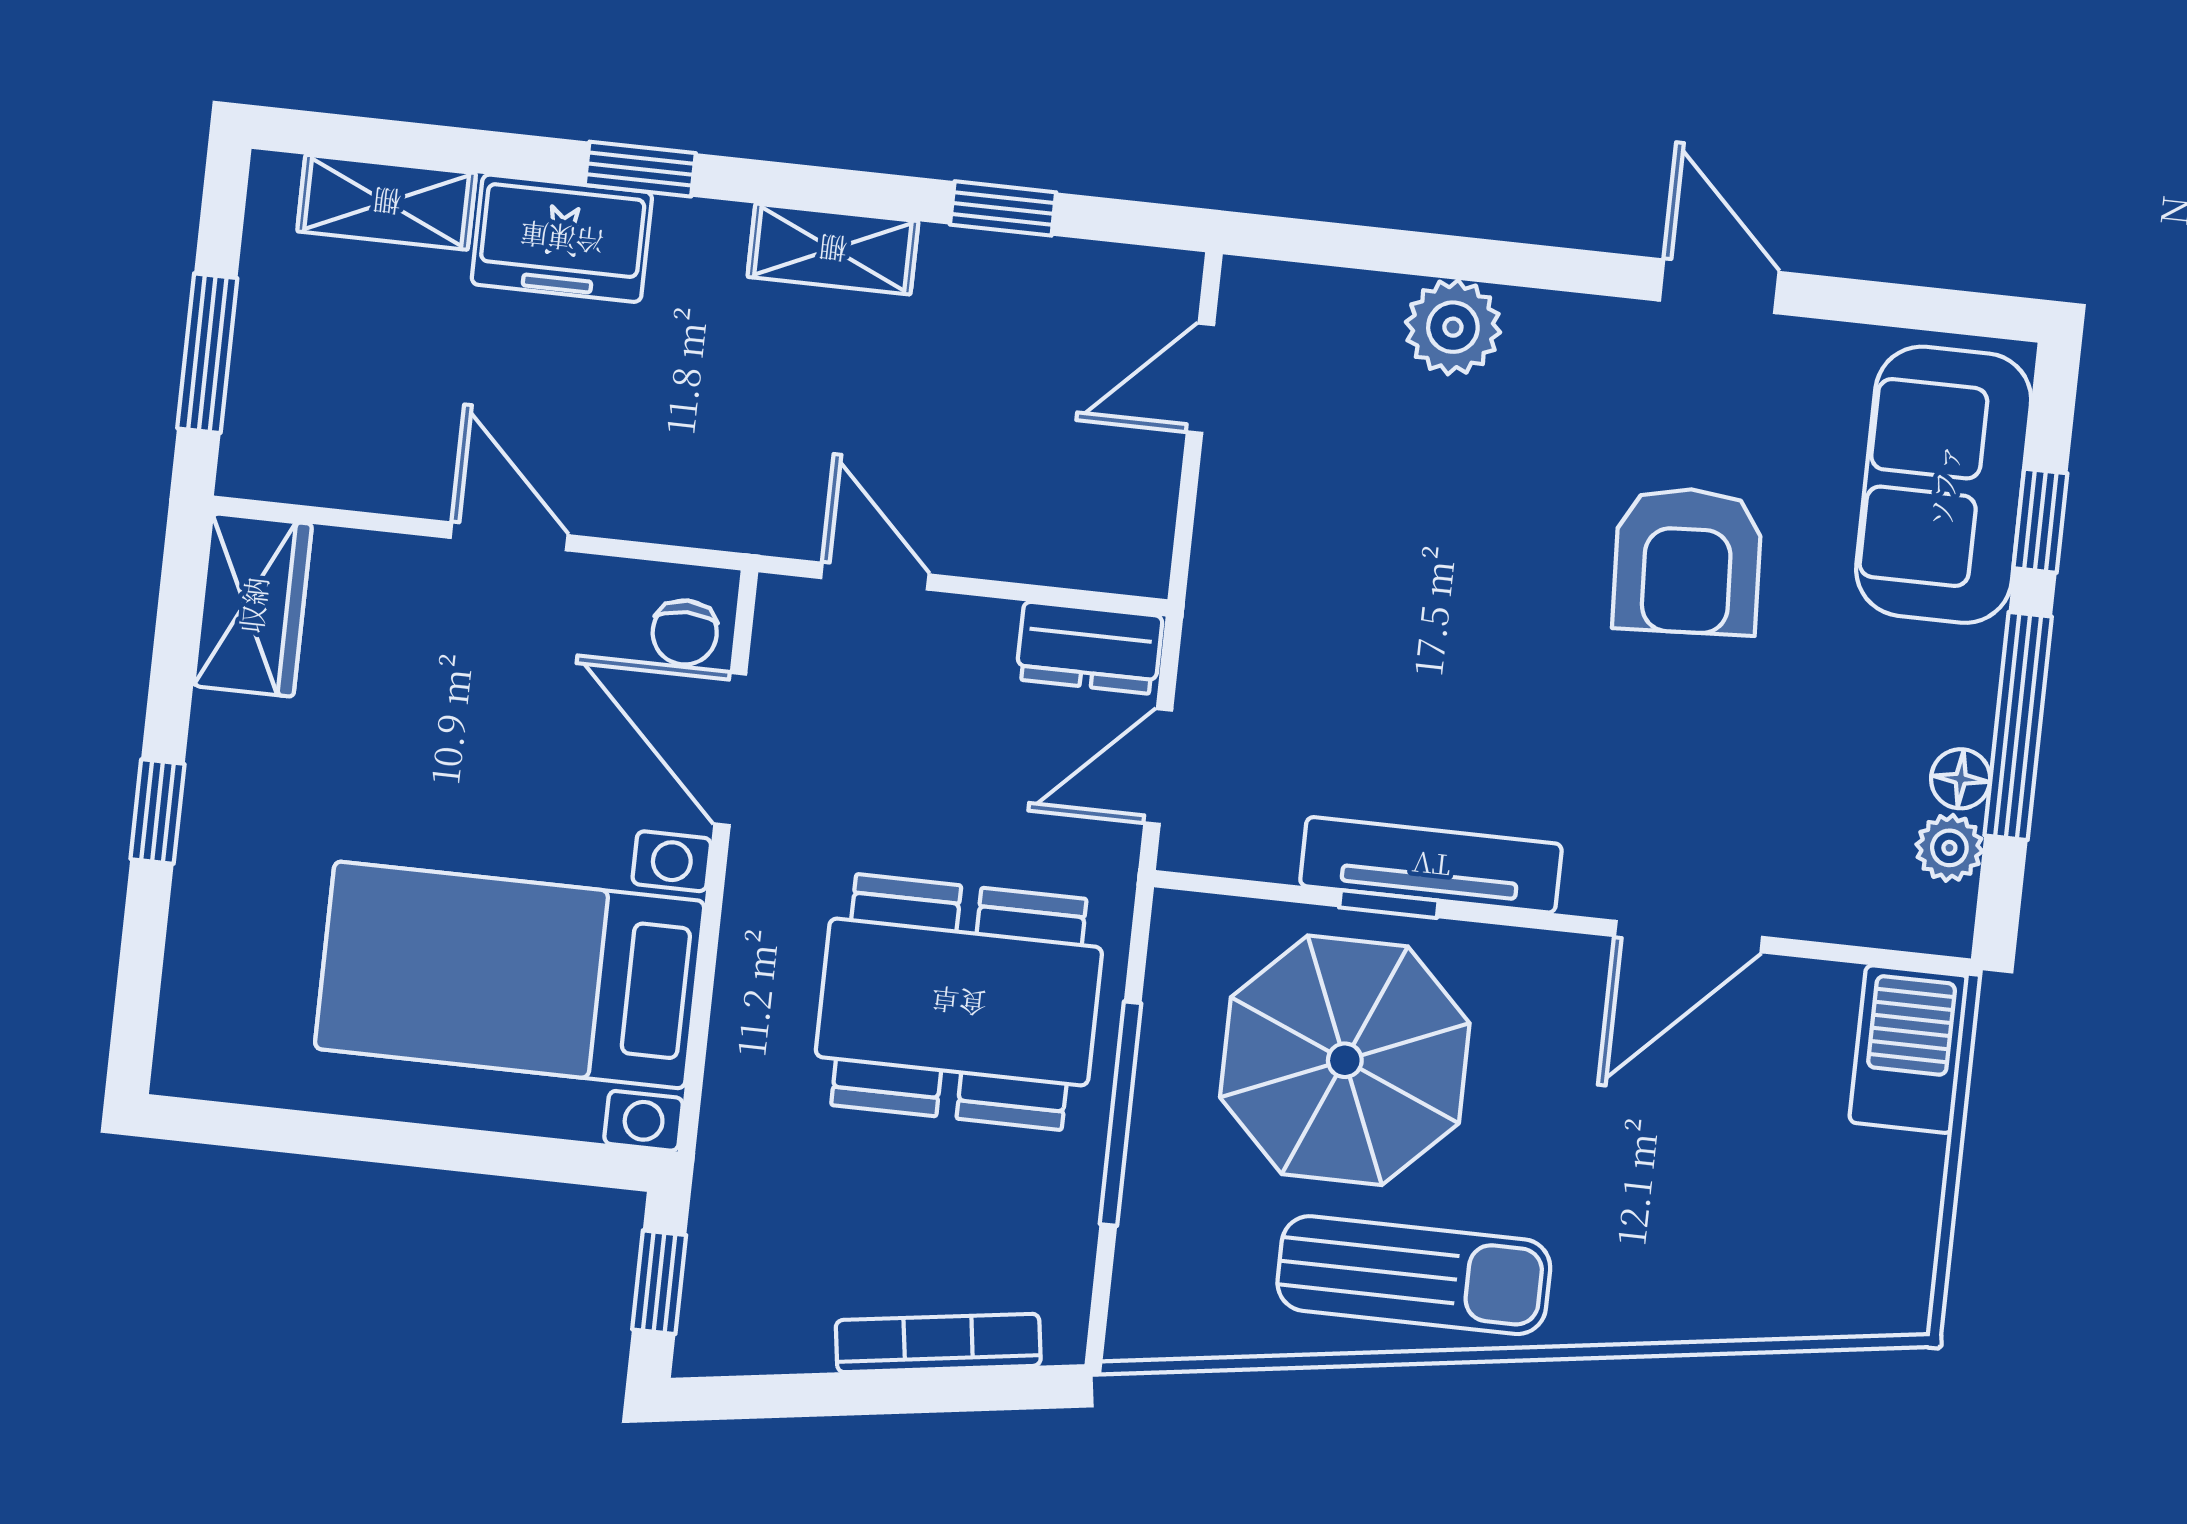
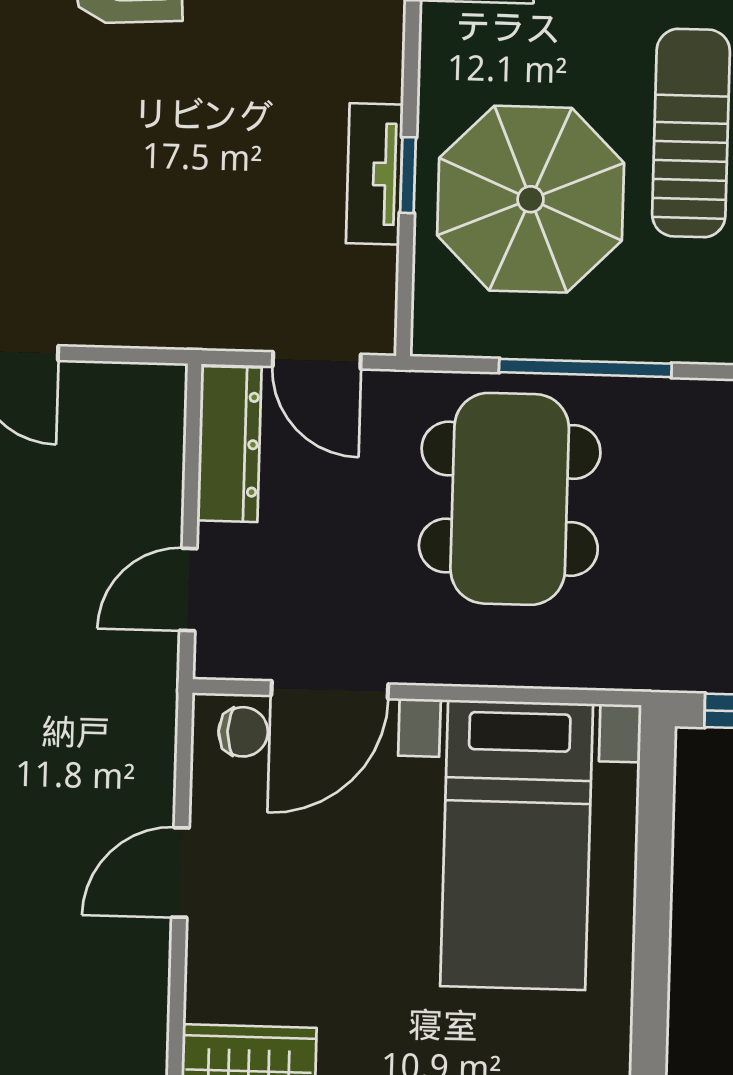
dresser: (1089, 648) -> (229, 444), width x1.44
tv unit: (1431, 865) -> (375, 174), width x0.71

